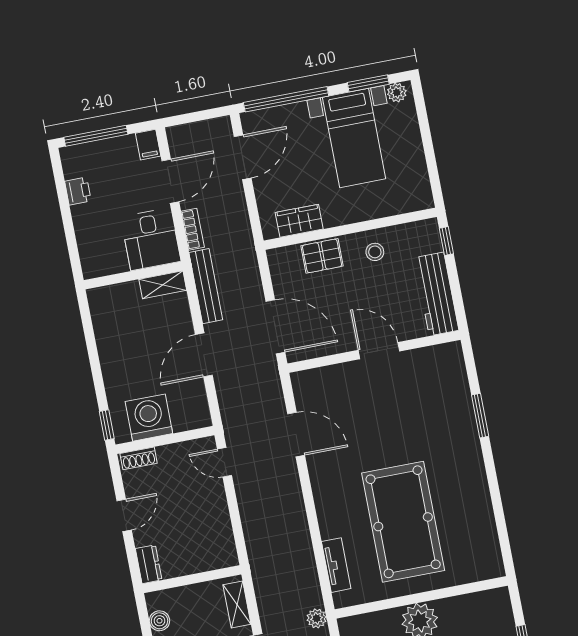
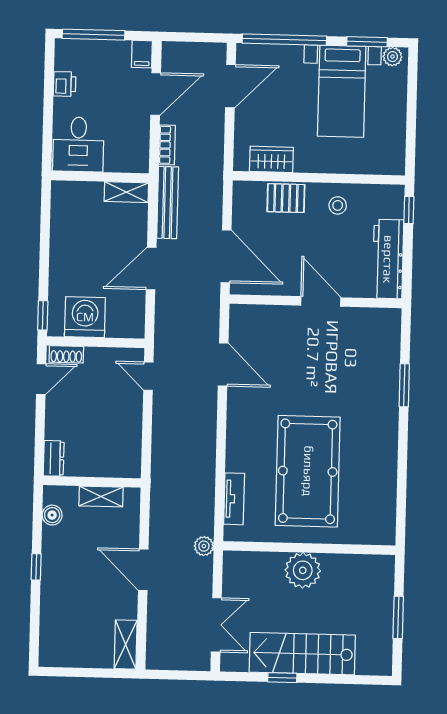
desk: (151, 239) -> (78, 144), moved
door: (124, 515) -> (41, 379), moved
shelving: (237, 604) -> (101, 496), moved, turned 90

